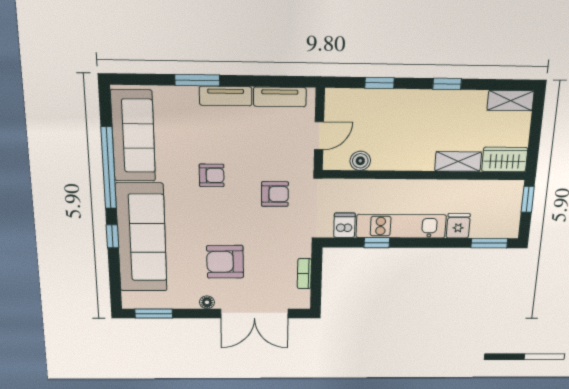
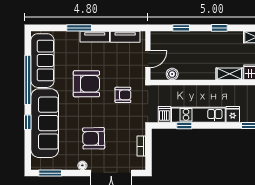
armchair: (212, 175) -> (86, 84), width x1.88, depth x1.88

